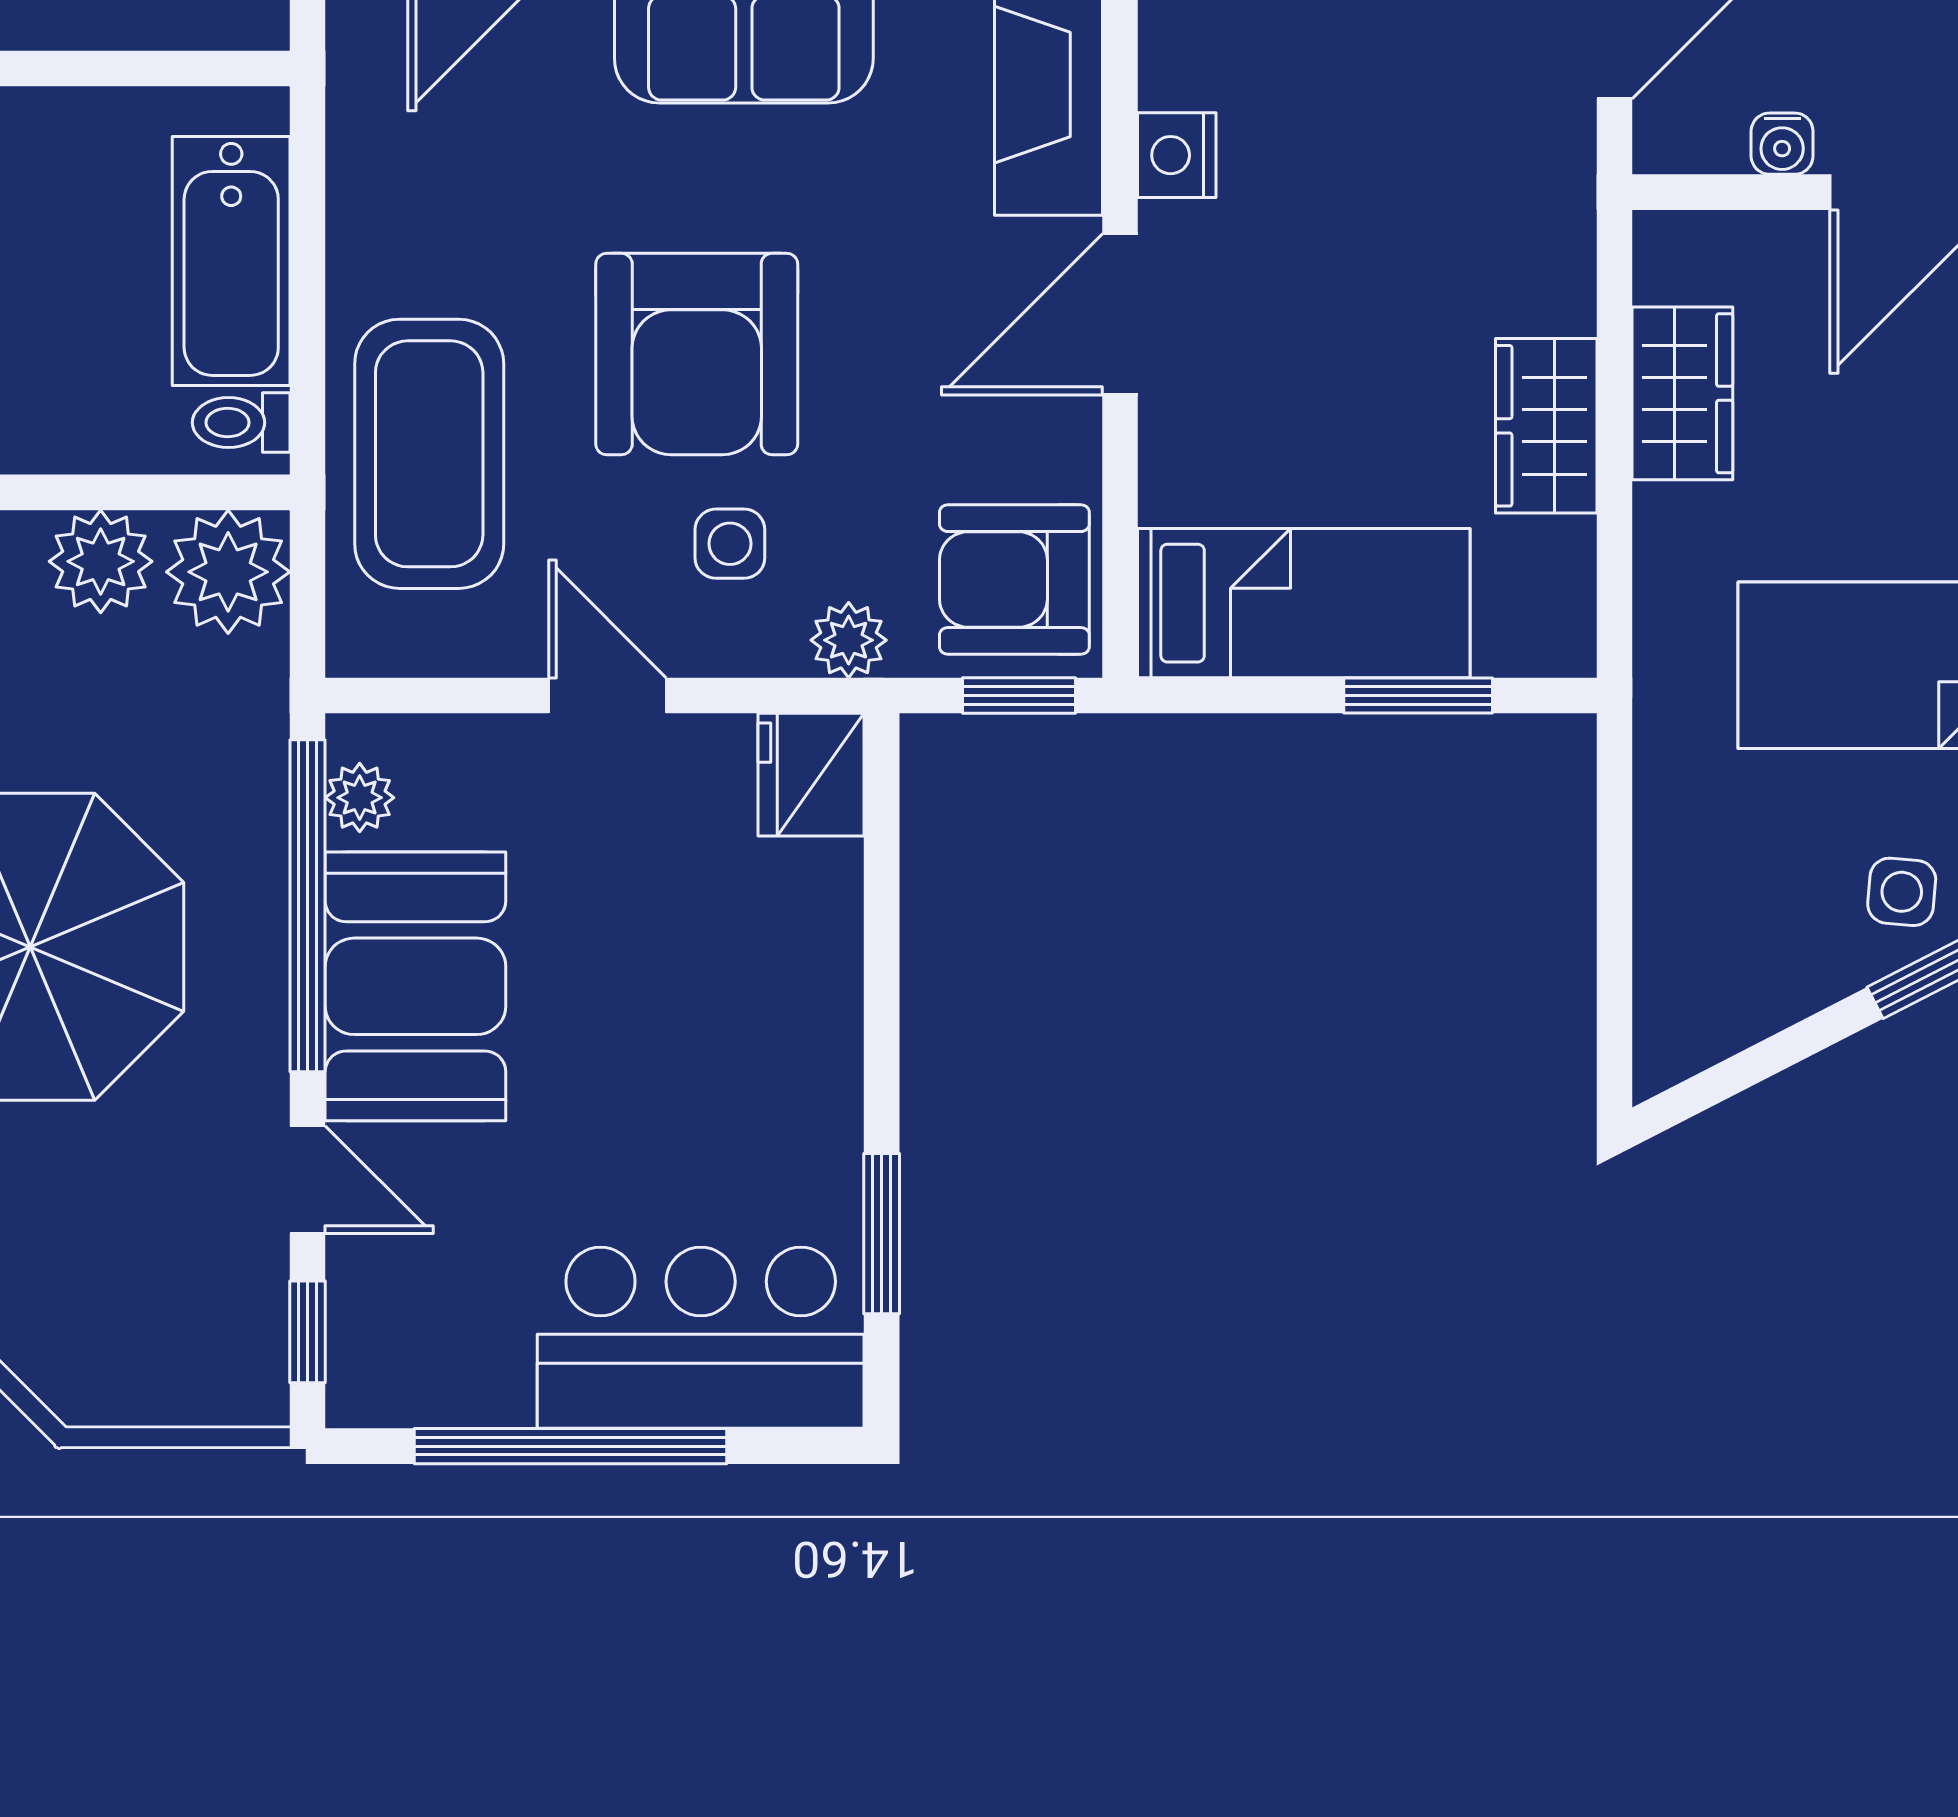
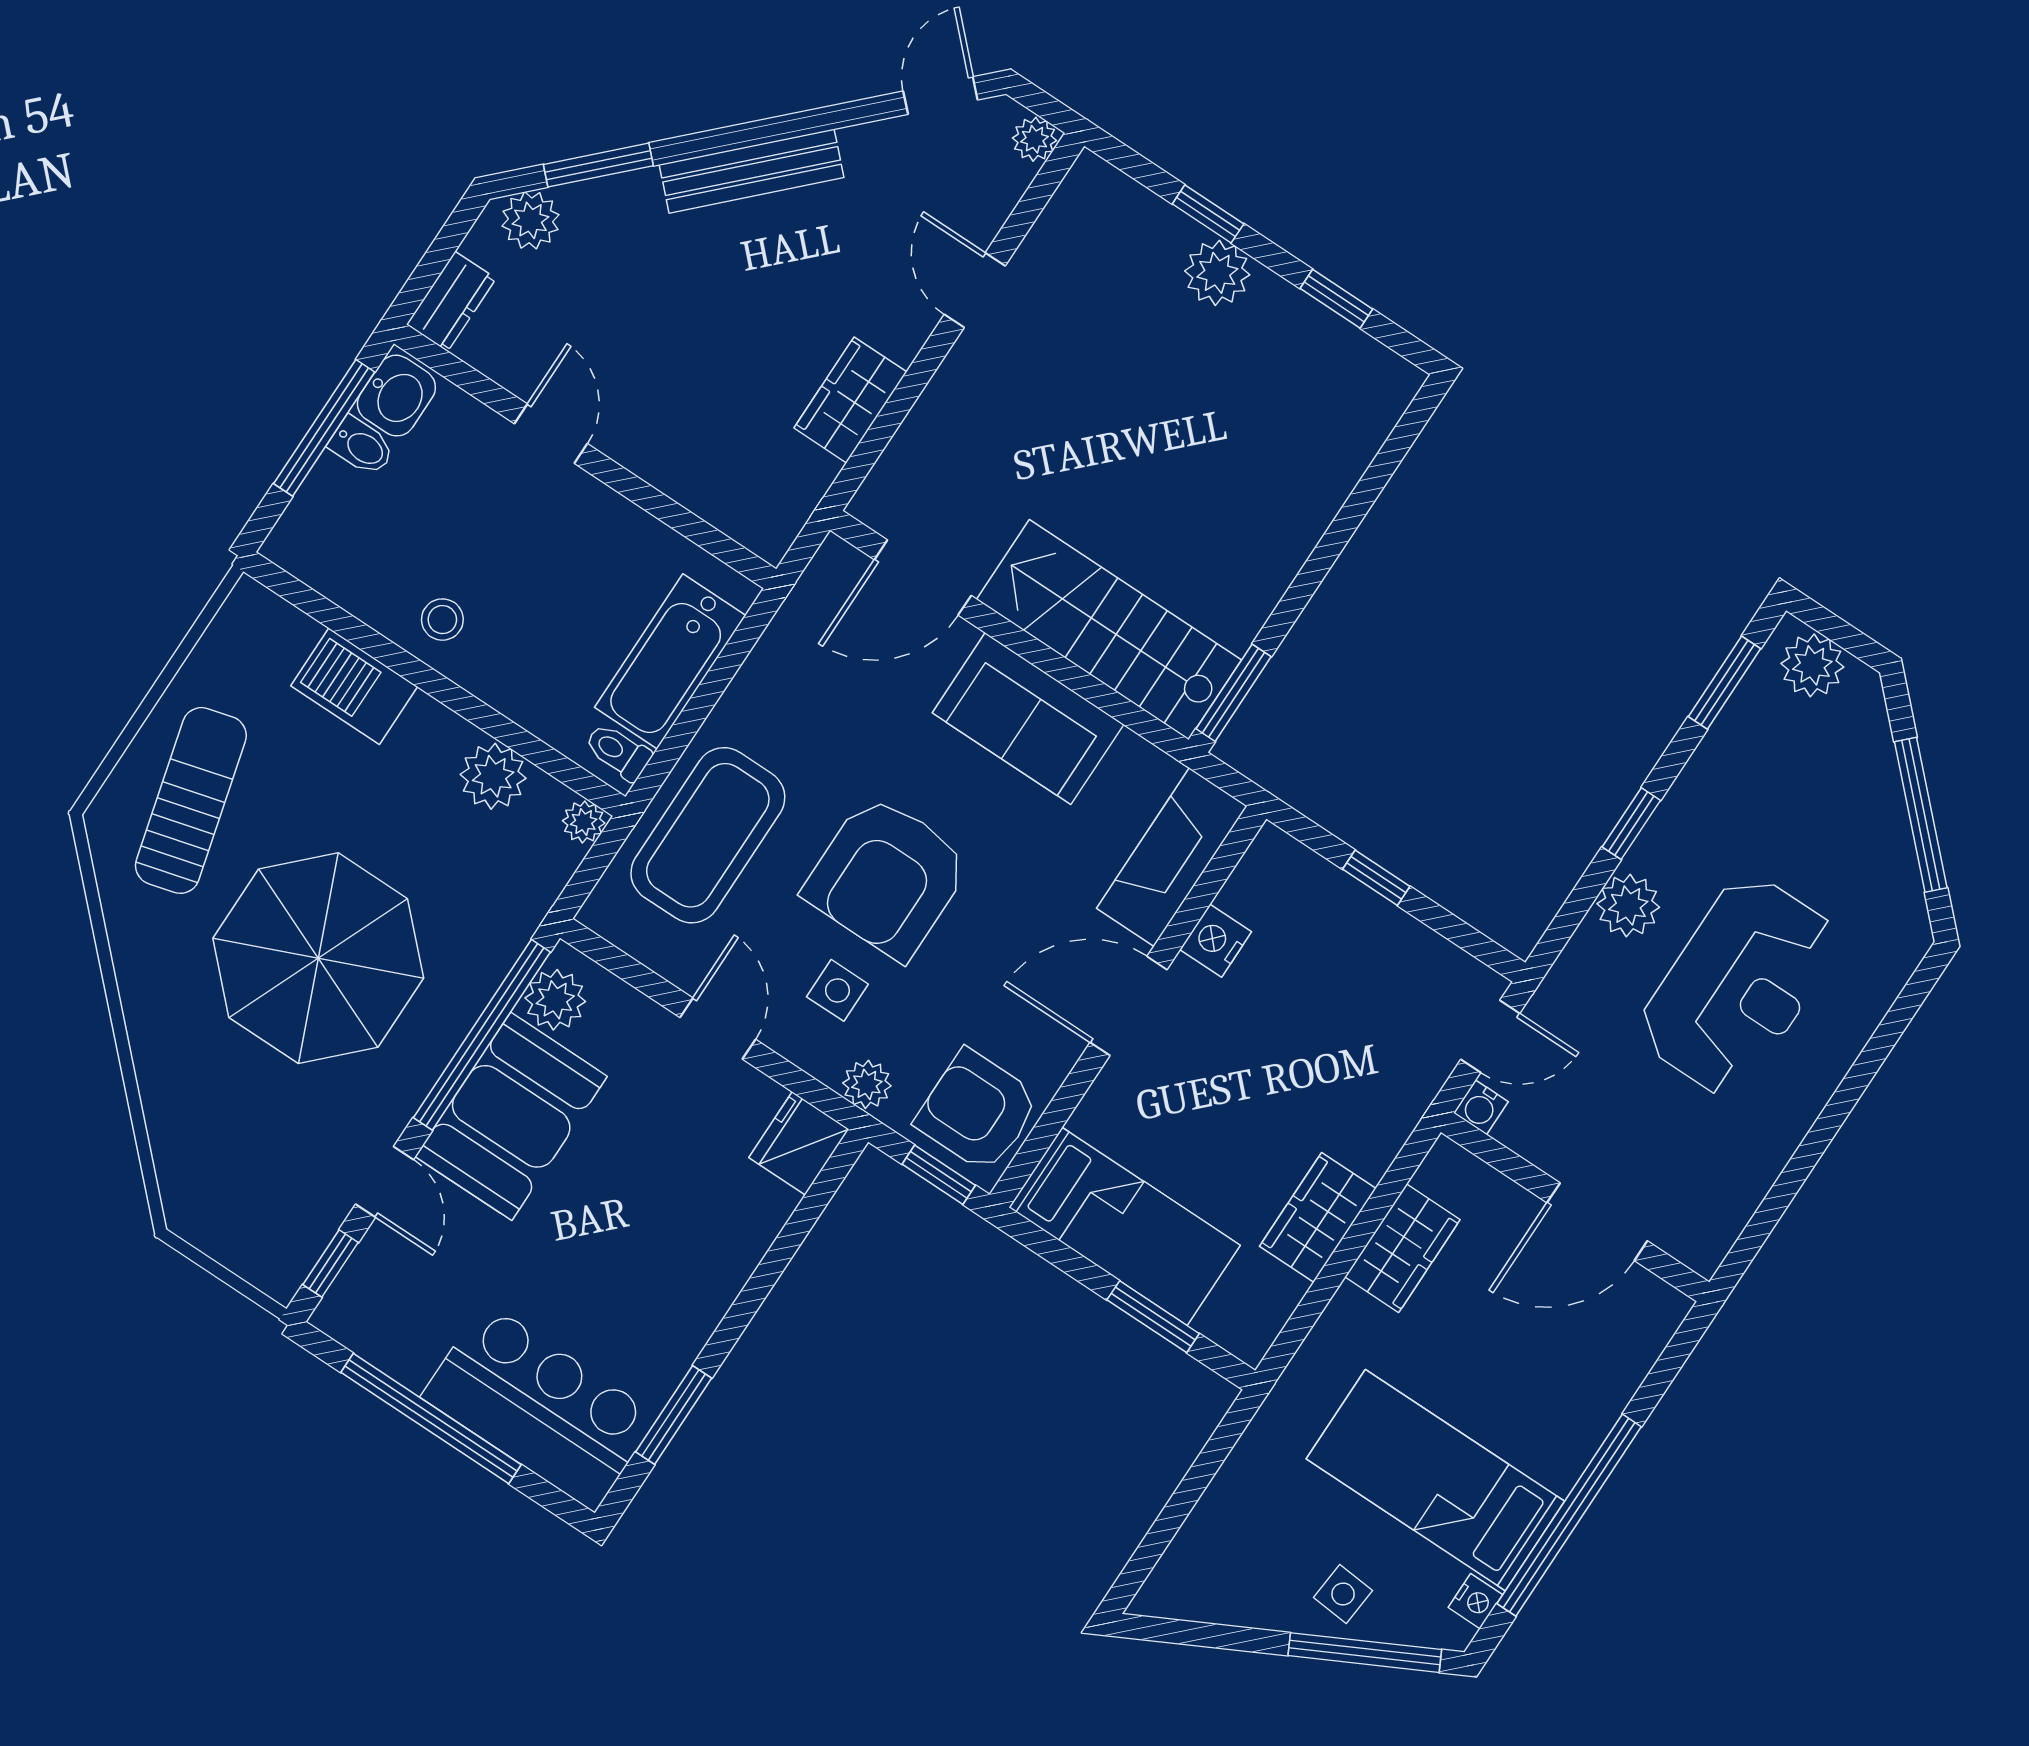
water cooler: (1782, 144) -> (1481, 1107), moved
plant: (228, 572) -> (584, 822), width x0.53, depth x0.53
plant: (360, 798) -> (555, 1000), width x1.38, depth x1.38

